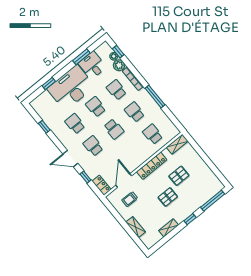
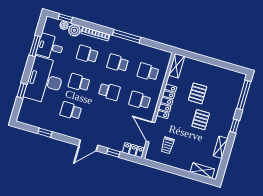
school desk: (93, 146) -> (140, 100), moved
shelving: (136, 227) -> (202, 171), moved

